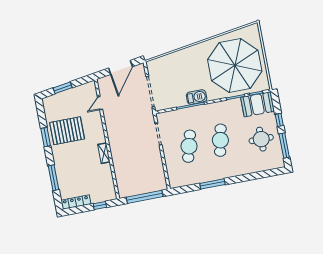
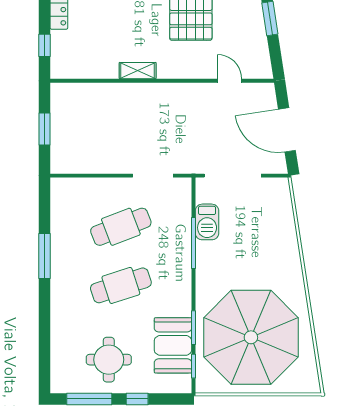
barbecue: (197, 97) -> (207, 222), moved
booth: (257, 104) -> (173, 345), moved
cafe table: (220, 140) -> (121, 285), turned -30
cafe table: (189, 146) -> (121, 227), turned -36
window: (145, 197) -> (45, 129), width x0.47

